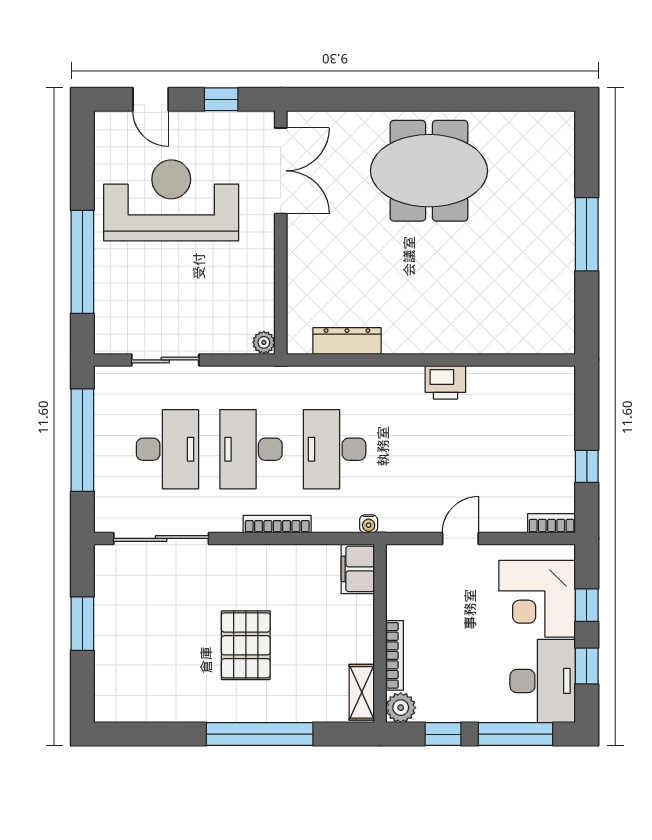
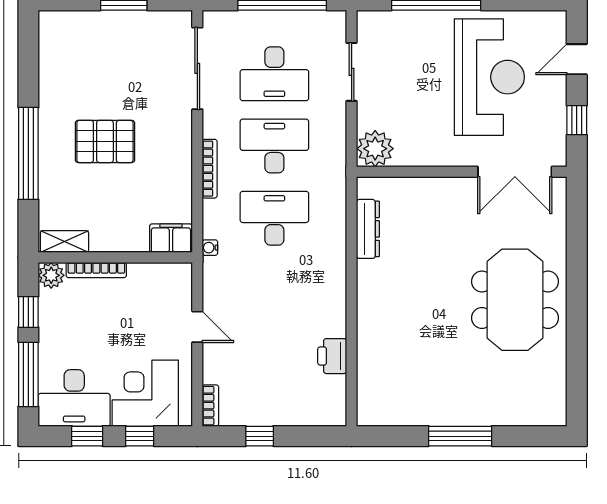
plant: (264, 342) -> (375, 149), width x1.88, depth x1.88
printer: (445, 382) -> (332, 356), moved

